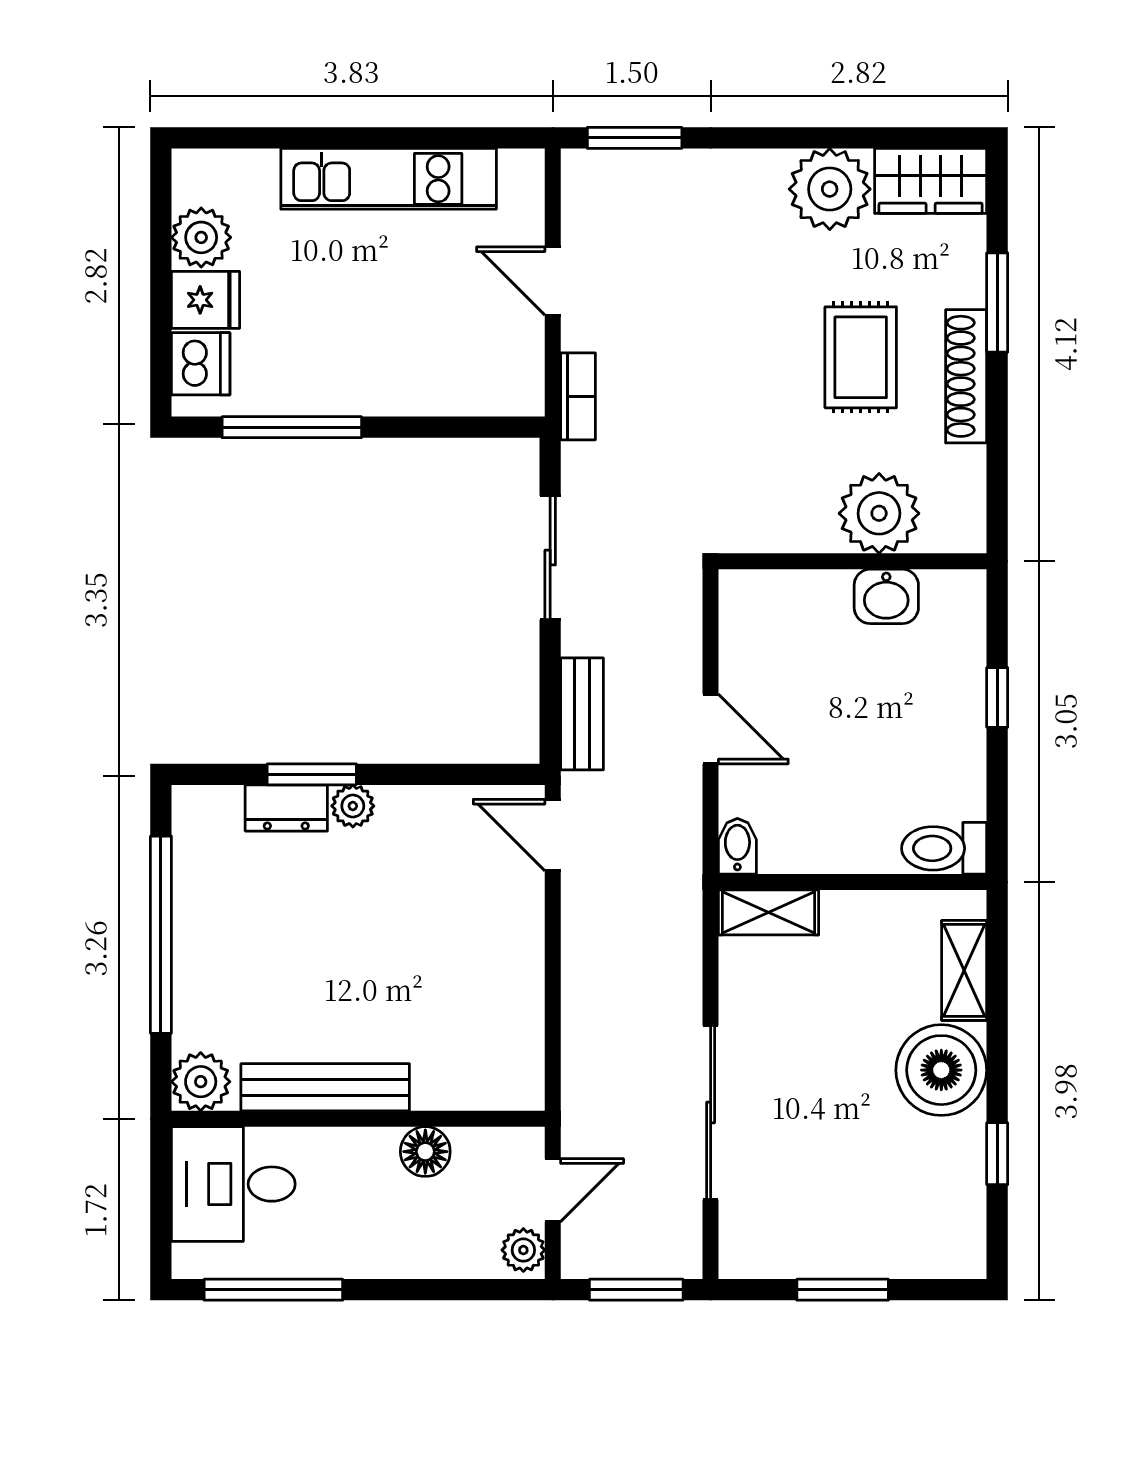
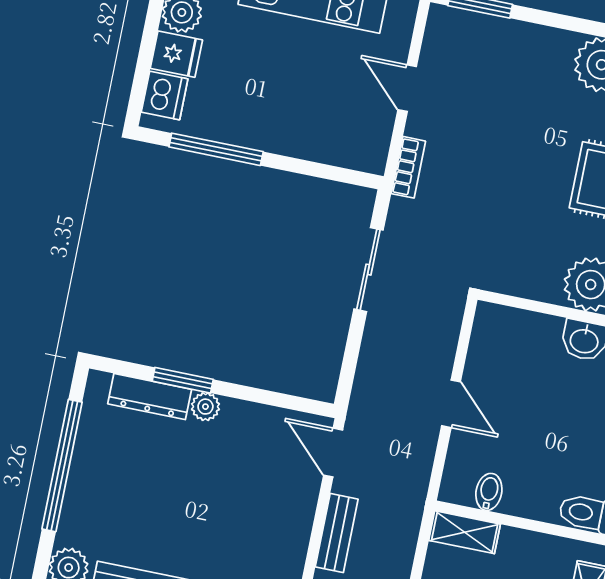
bench: (582, 714) -> (337, 533), moved
dresser: (286, 808) -> (150, 397), width x1.44
bidet: (737, 846) -> (489, 492), moved

